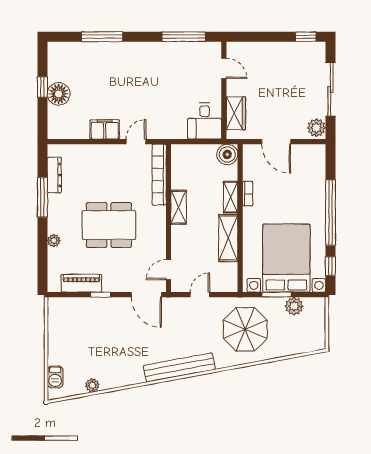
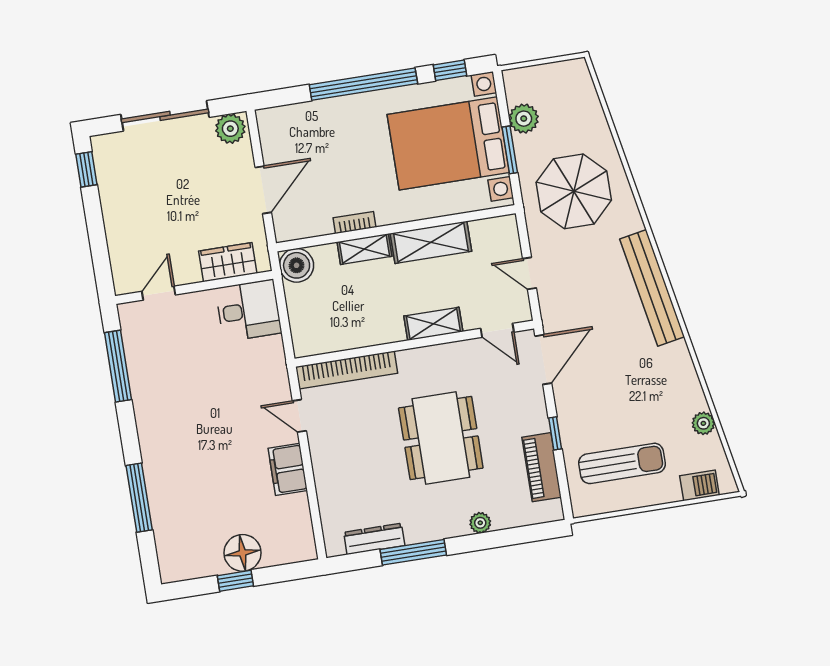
shelving: (179, 207) -> (433, 324), moved
sun lounger: (76, 332) -> (622, 463), added

